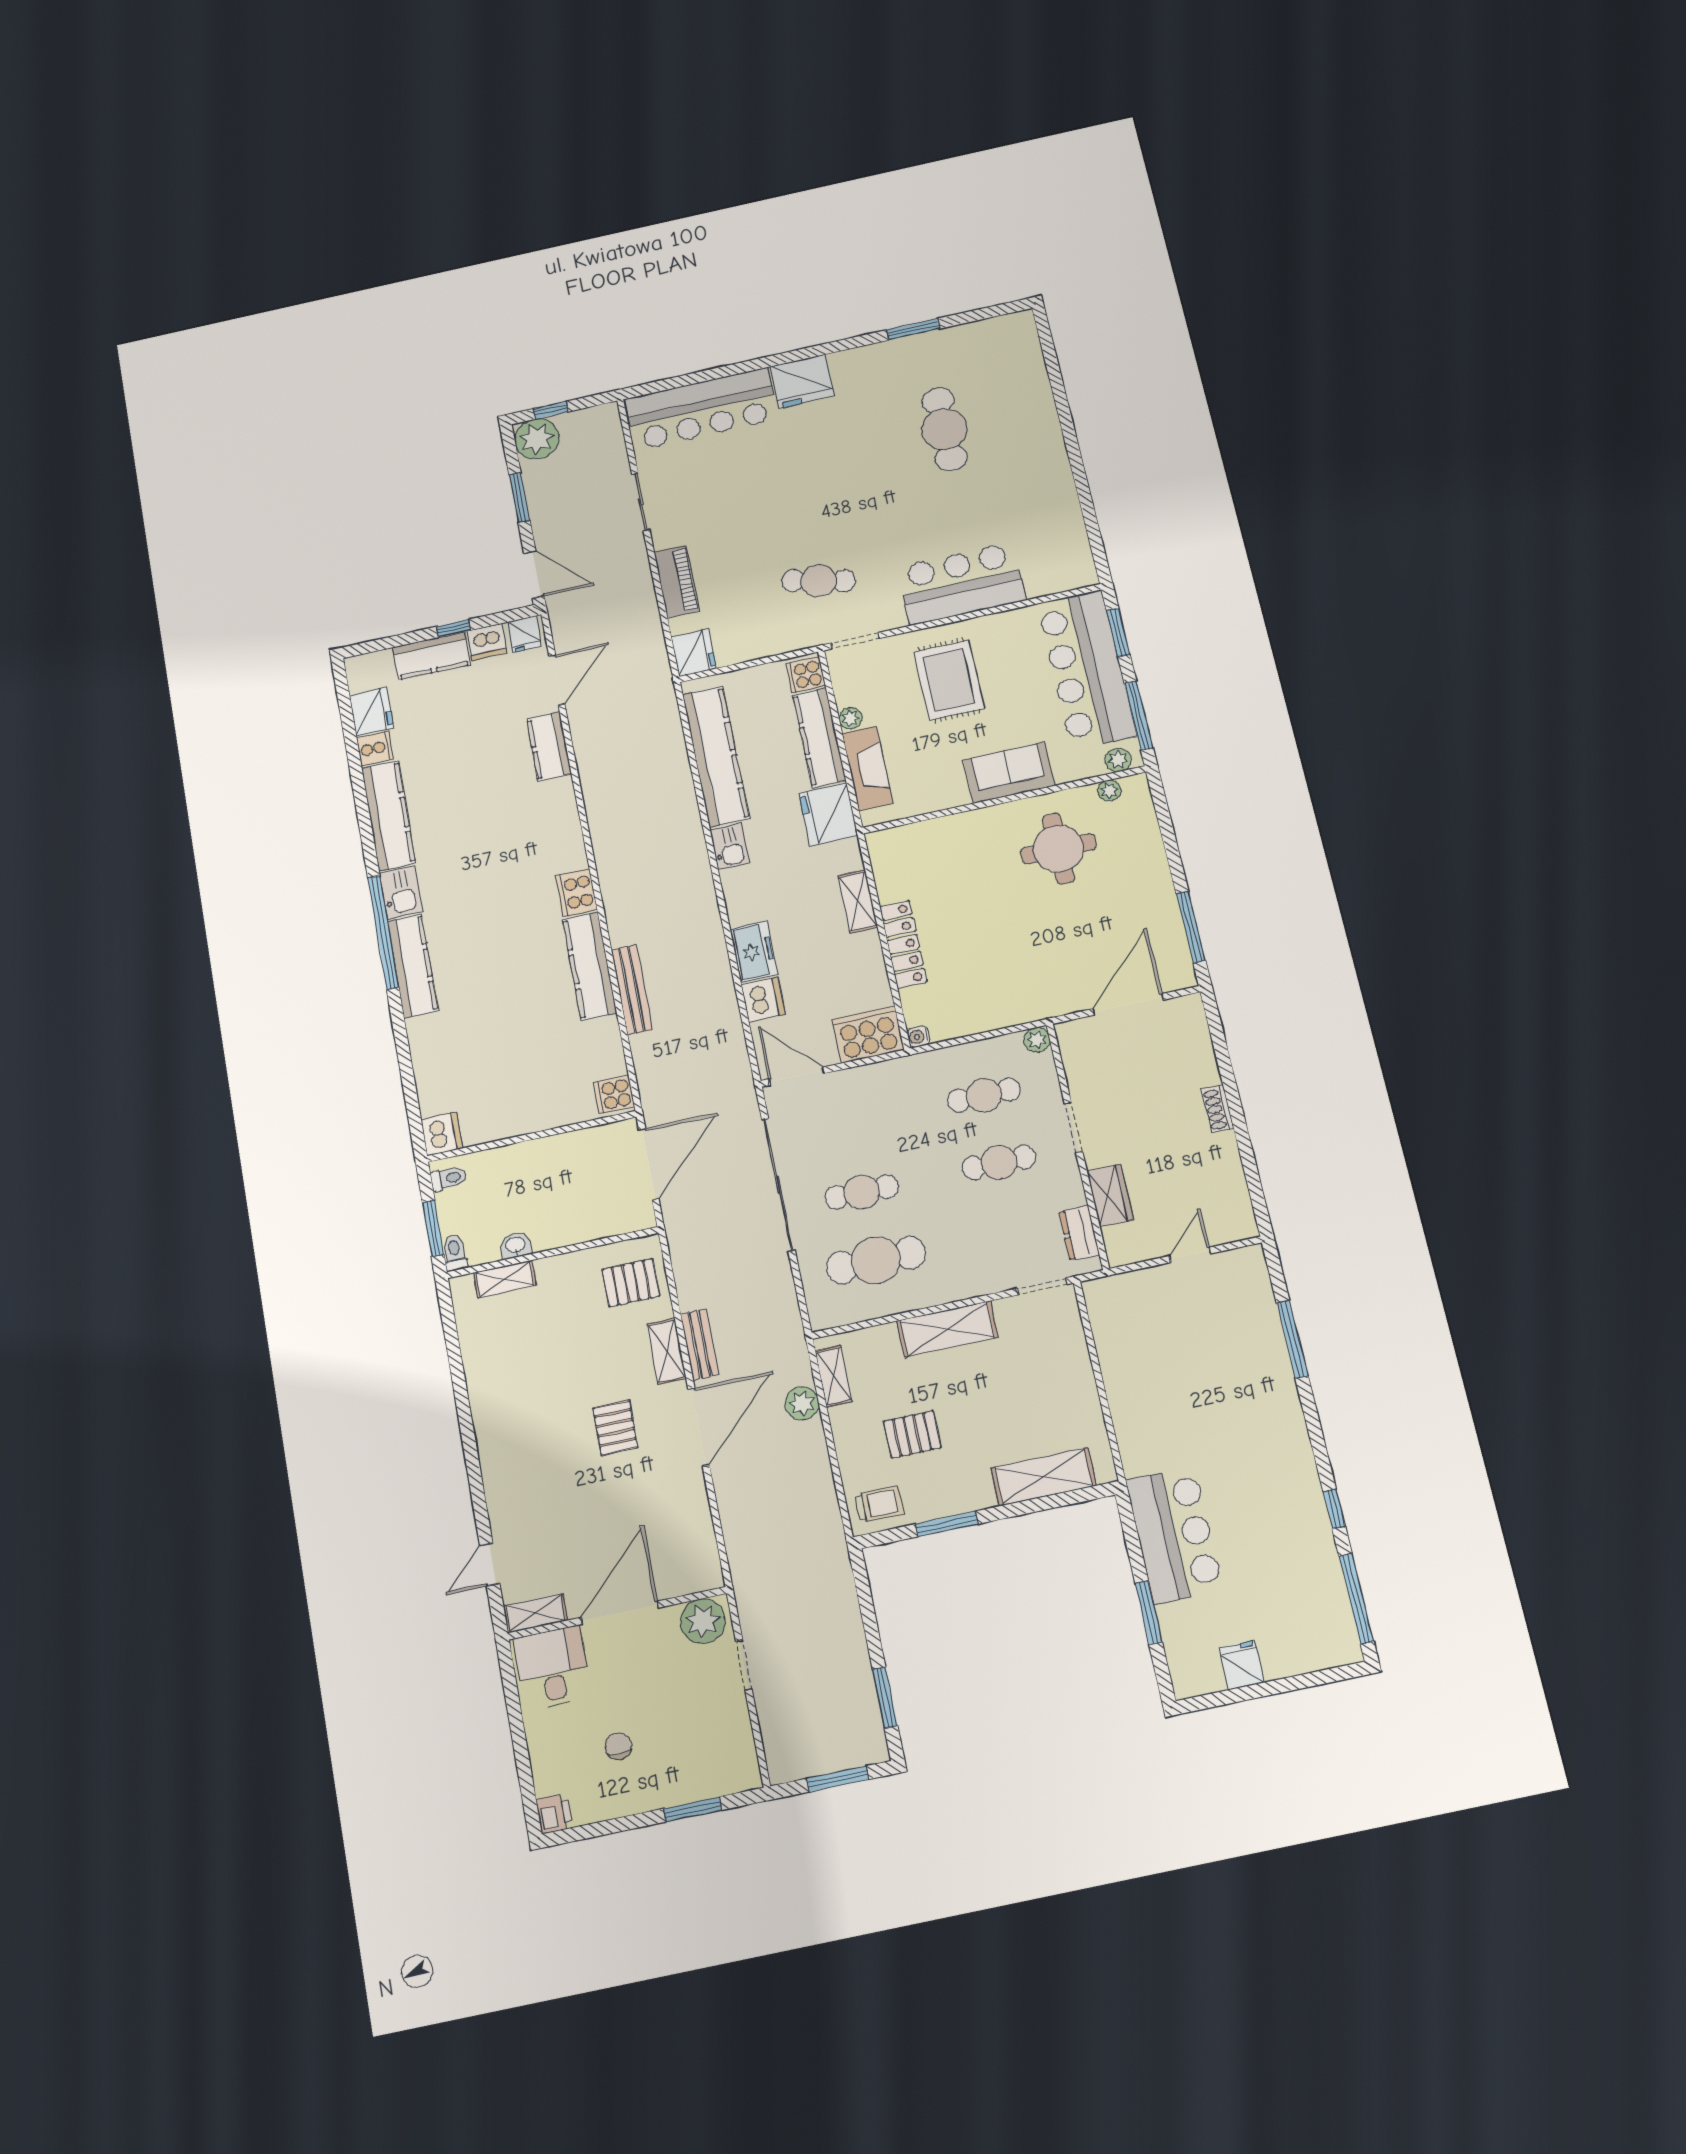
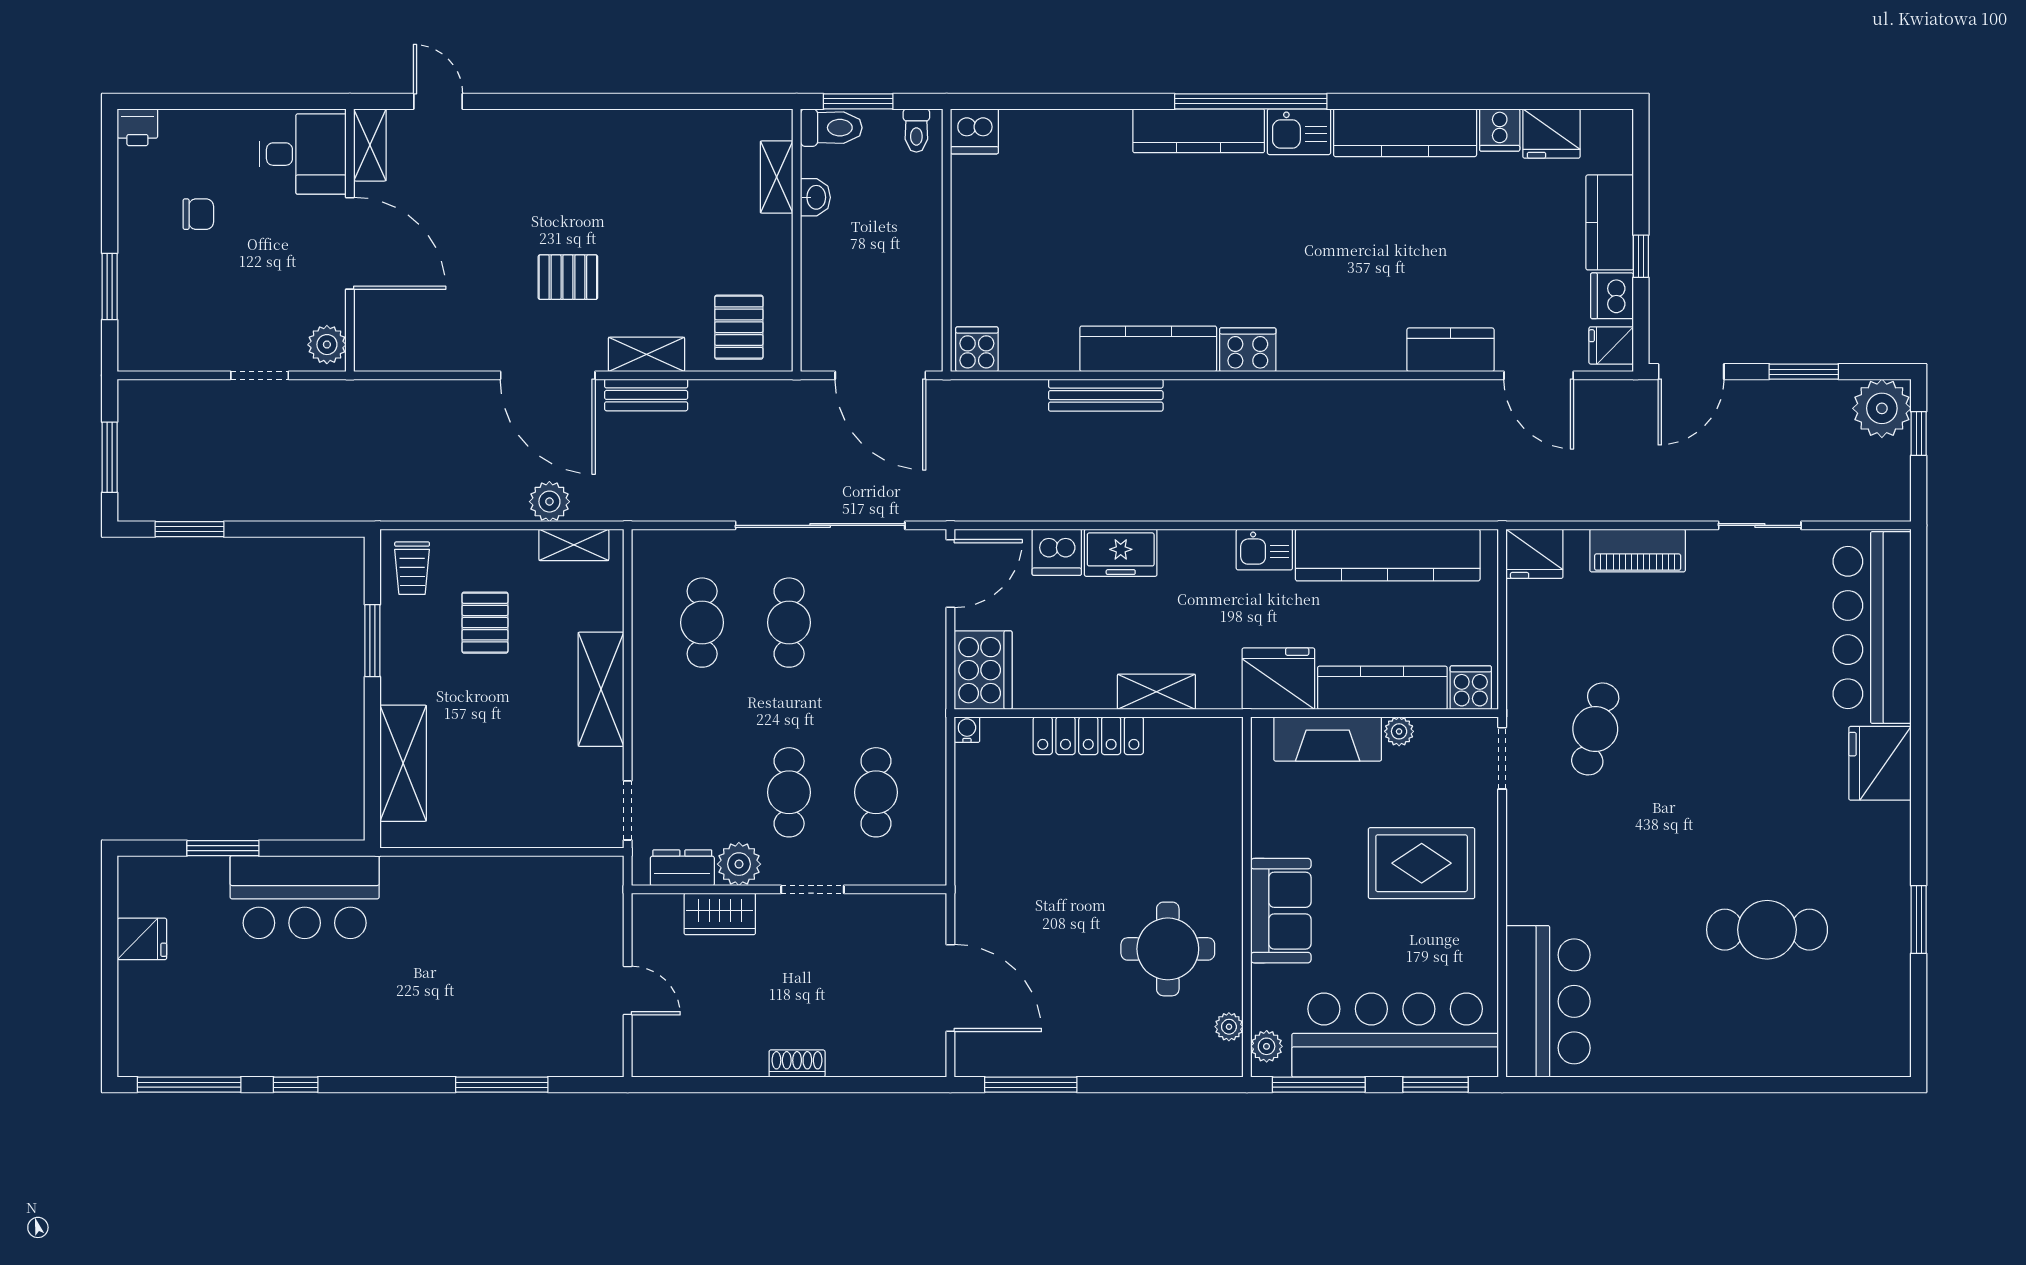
bar counter: (961, 584) -> (1548, 1001), moved
plant: (1037, 1040) -> (739, 864), moved, width x1.38, depth x1.38
toilet: (455, 1252) -> (831, 128), width x1.37, depth x1.39
cafe table: (876, 1260) -> (702, 623), width x0.73, depth x0.74
plant: (703, 1621) -> (327, 345), width x0.73, depth x0.73

